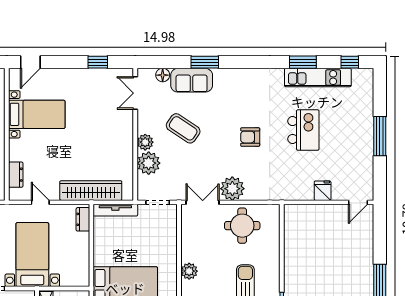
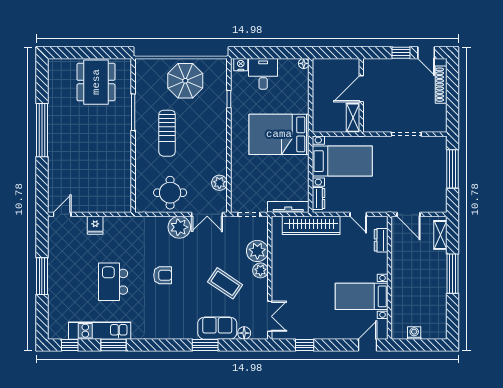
bed with nightstands: (32, 255) -> (342, 161), moved, turned -90
plant: (189, 271) -> (219, 183), moved

